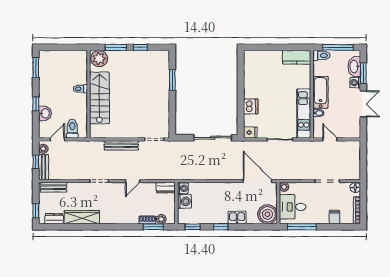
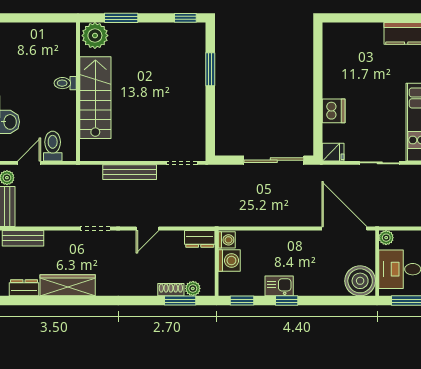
window: (140, 47) -> (185, 18), moved
kitchen sink: (237, 217) -> (279, 286), moved

